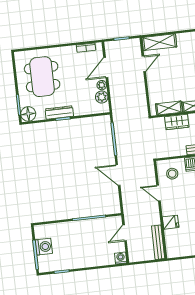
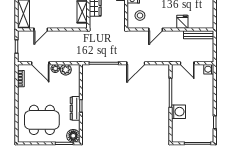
door: (144, 64) -> (41, 29), swing flipped
washing machine: (44, 247) -> (178, 112), moved, turned 90

